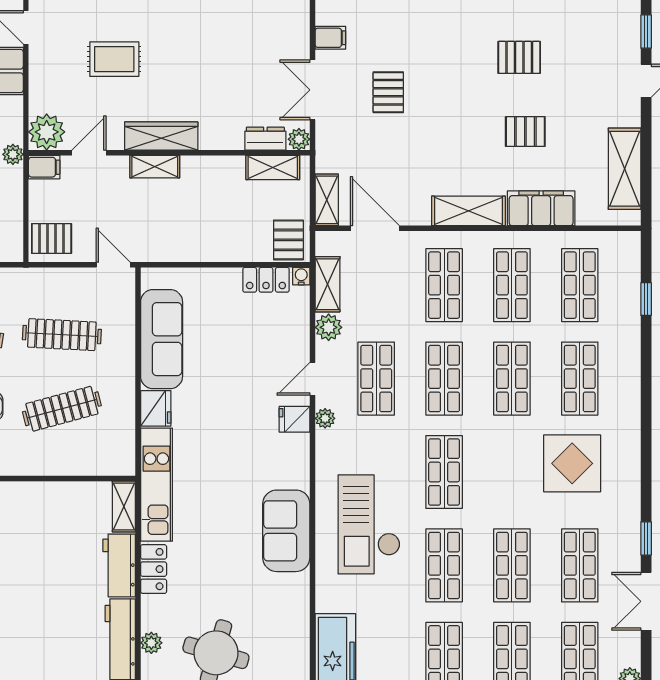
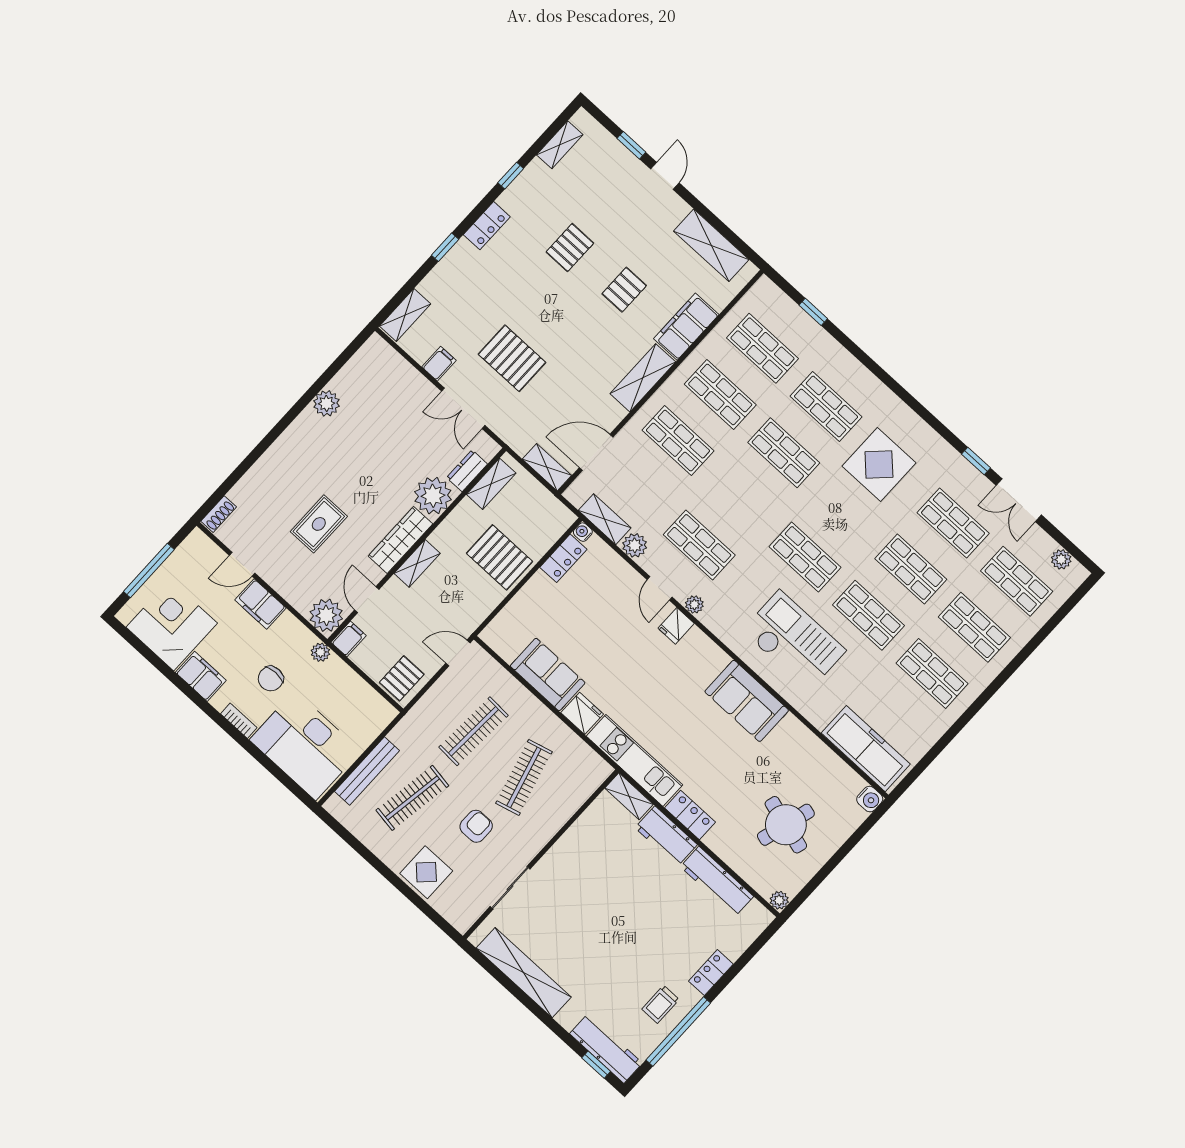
pallet: (388, 92) -> (512, 358), width x1.50, depth x1.42
plant: (299, 139) -> (433, 496), moved, width x1.88, depth x1.88
pallet: (288, 240) -> (500, 557), moved, width x1.50, depth x1.42
sofa: (162, 339) -> (548, 674), width x0.73
shop shelf: (444, 379) -> (741, 499), removed
checkout: (369, 524) -> (794, 641), turned 180
plant: (151, 643) -> (739, 862), removed

